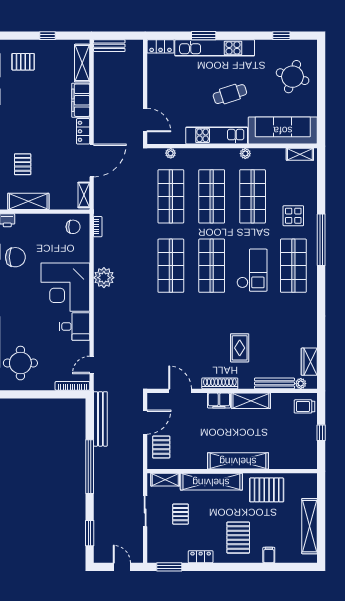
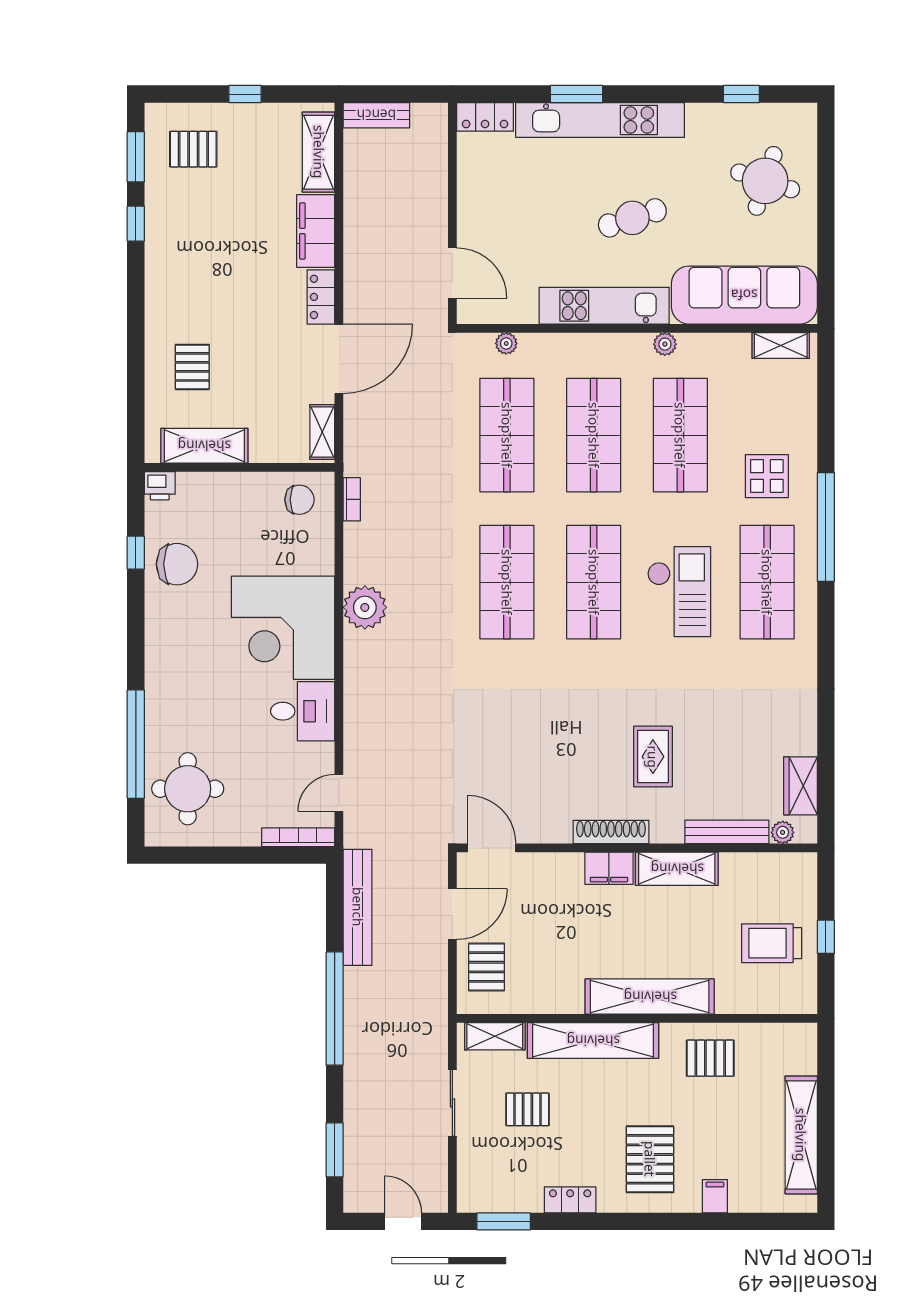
door: (180, 391) -> (492, 848), moved
trolley: (304, 406) -> (772, 943), moved, width x1.36, depth x1.39
pallet: (267, 490) -> (710, 1058), width x0.67, depth x0.71
pallet: (181, 514) -> (527, 1109), turned 90

